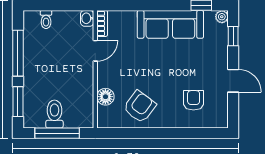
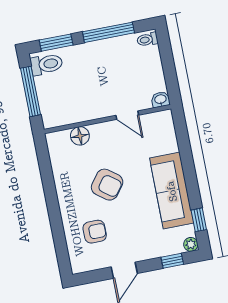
toilet: (46, 20) -> (147, 39), moved
bookcase: (102, 23) -> (158, 117), removed
armchair: (140, 107) -> (107, 185), moved
toilet: (54, 114) -> (47, 64), moved

